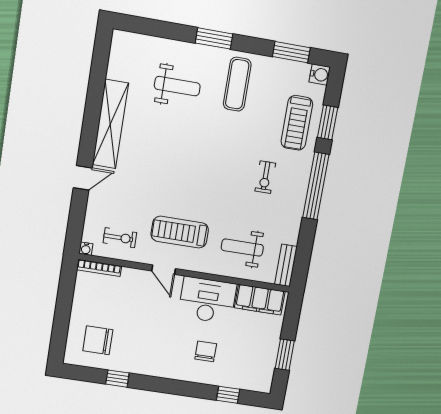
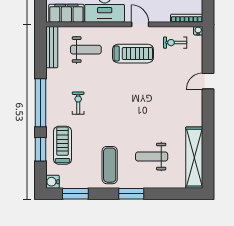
shelving: (110, 124) -> (194, 158), moved
bench: (286, 265) -> (52, 47), width x1.36

